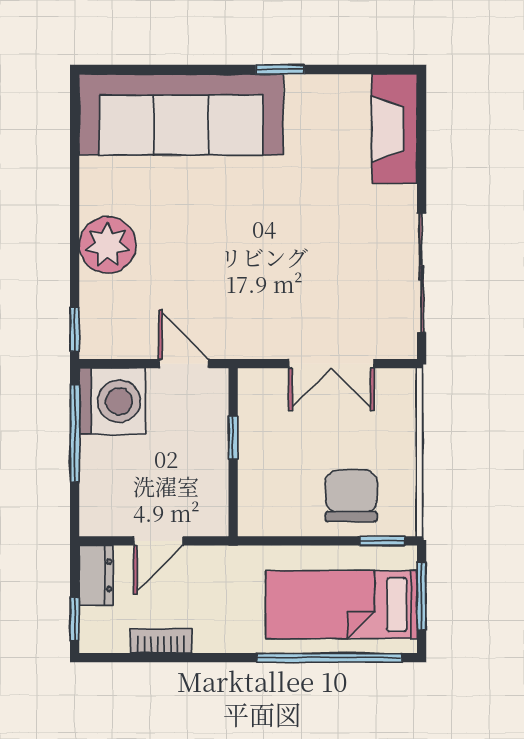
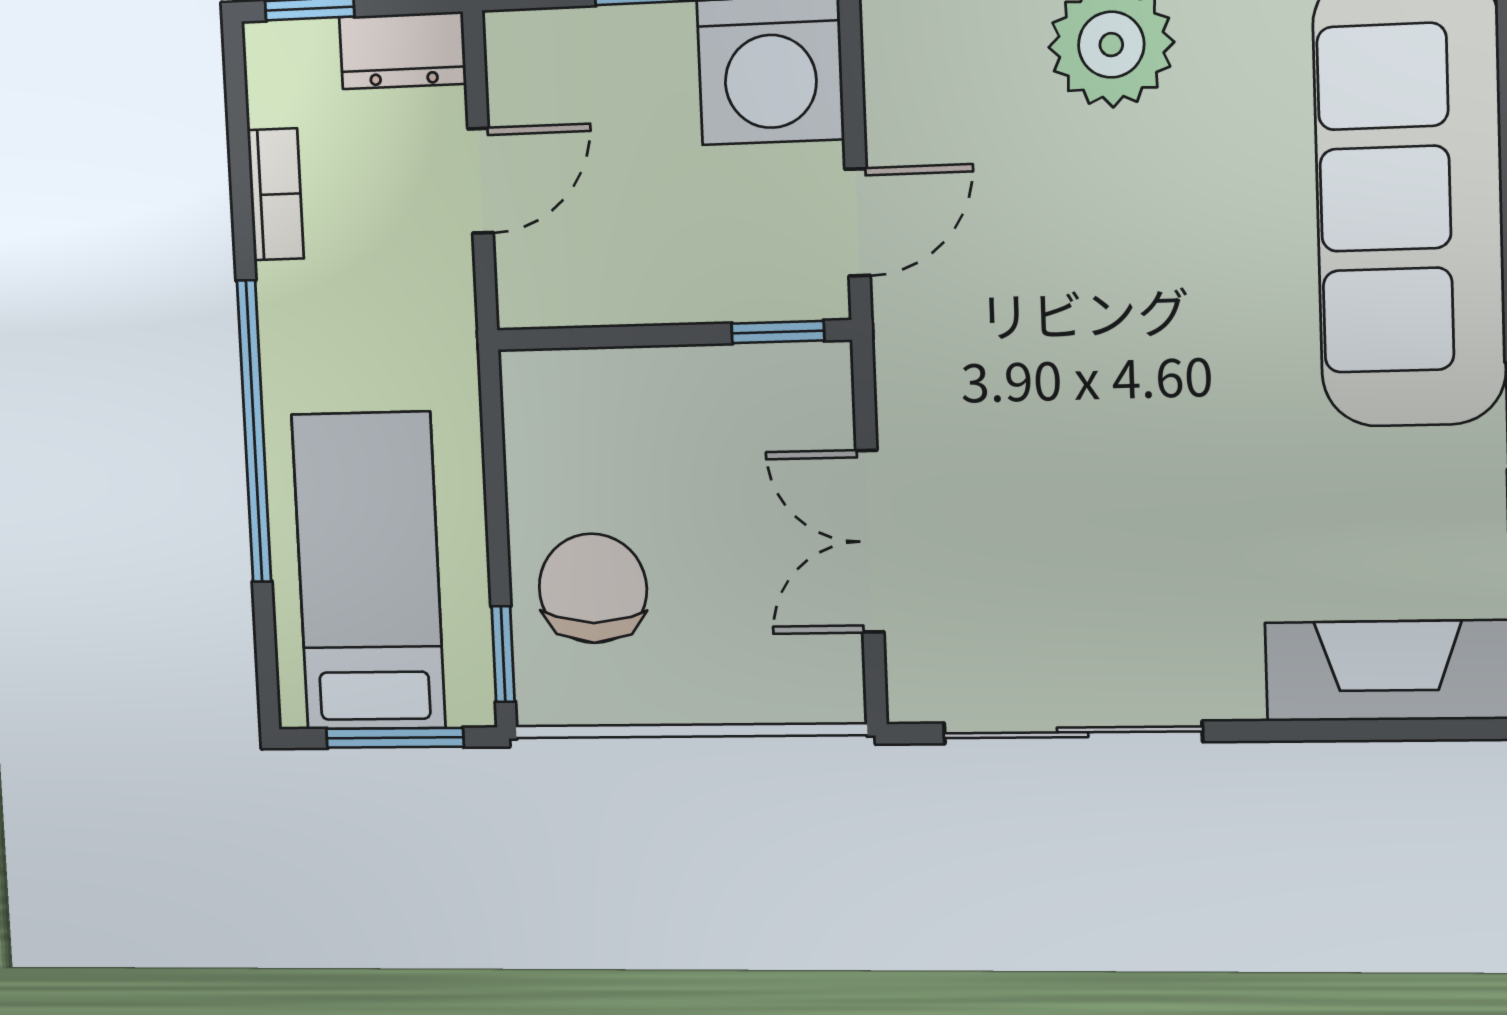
window: (233, 438) -> (778, 332), moved
chair: (351, 496) -> (593, 588), turned -89
door: (158, 541) -> (481, 181), swing flipped
window: (329, 658) -> (254, 432), moved

